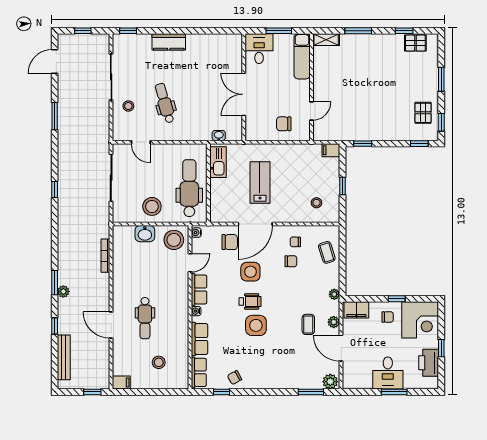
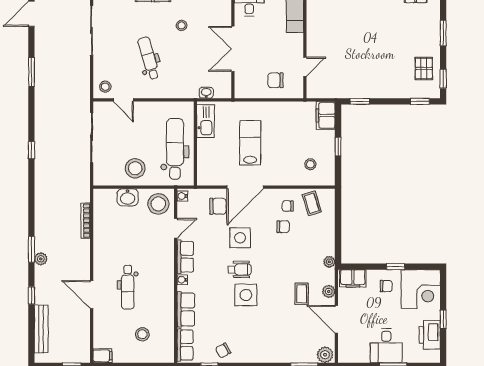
stool: (196, 72) -> (182, 25), added
stool: (128, 106) -> (105, 87), moved
filing cabinet: (331, 150) -> (326, 115), width x2.00
coffee table: (327, 252) -> (312, 203), moved

